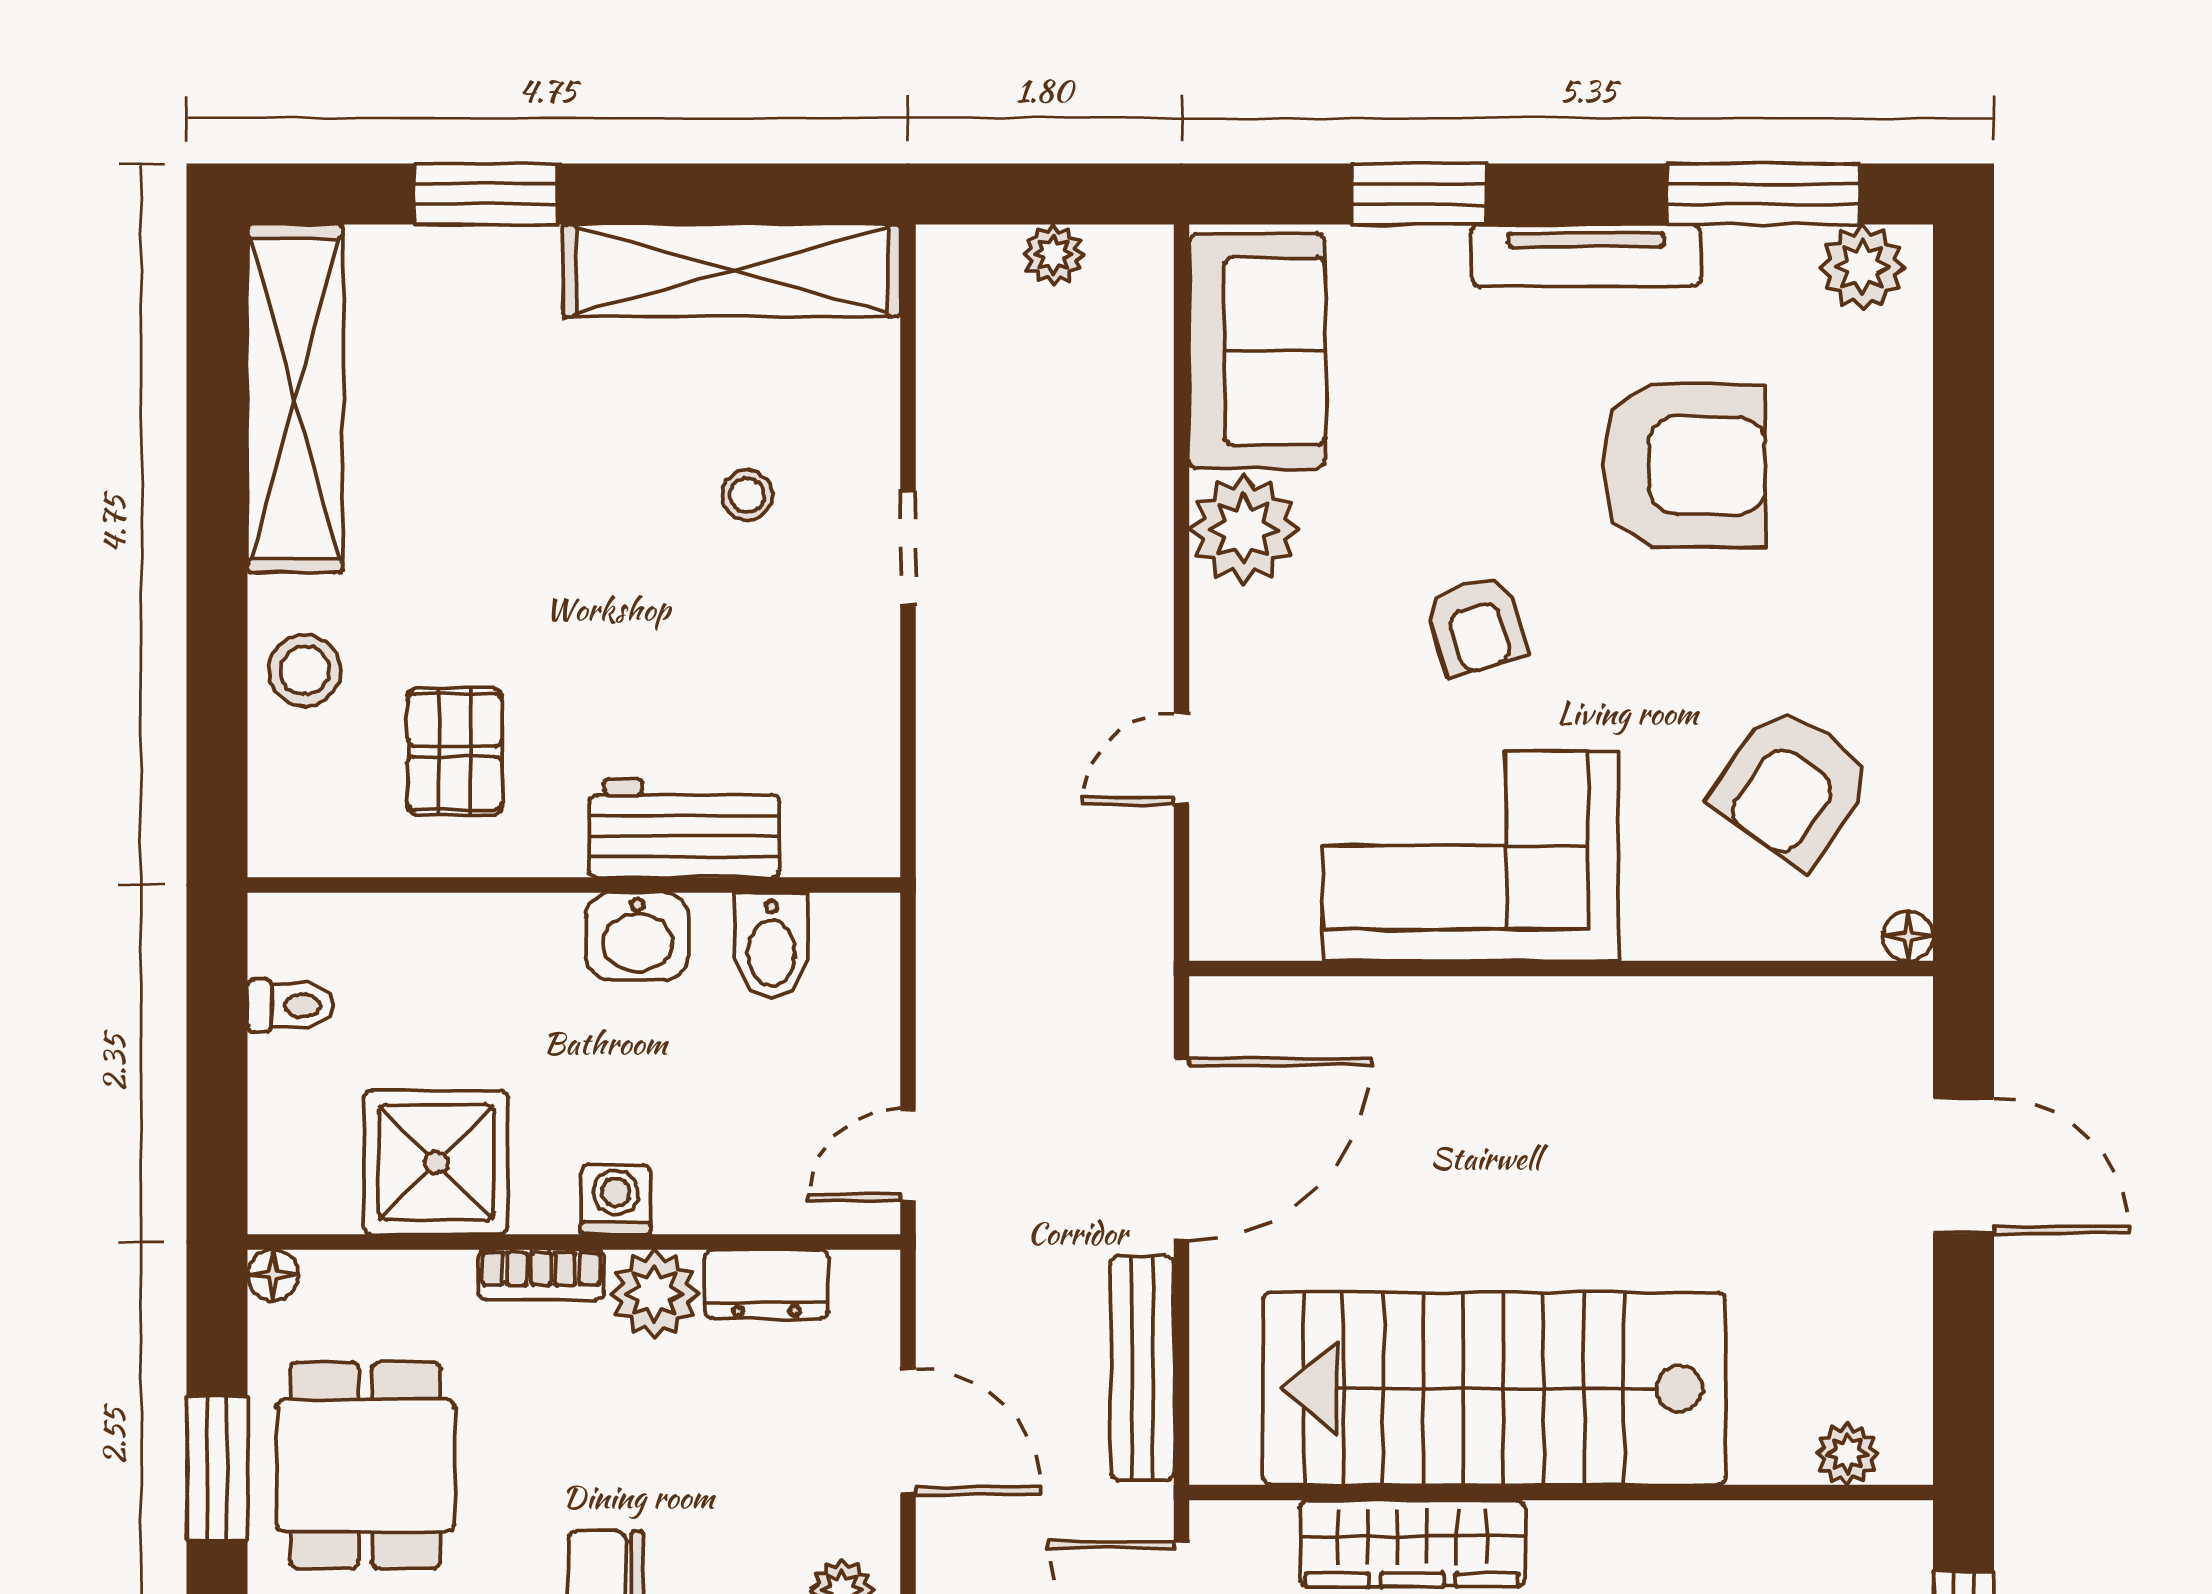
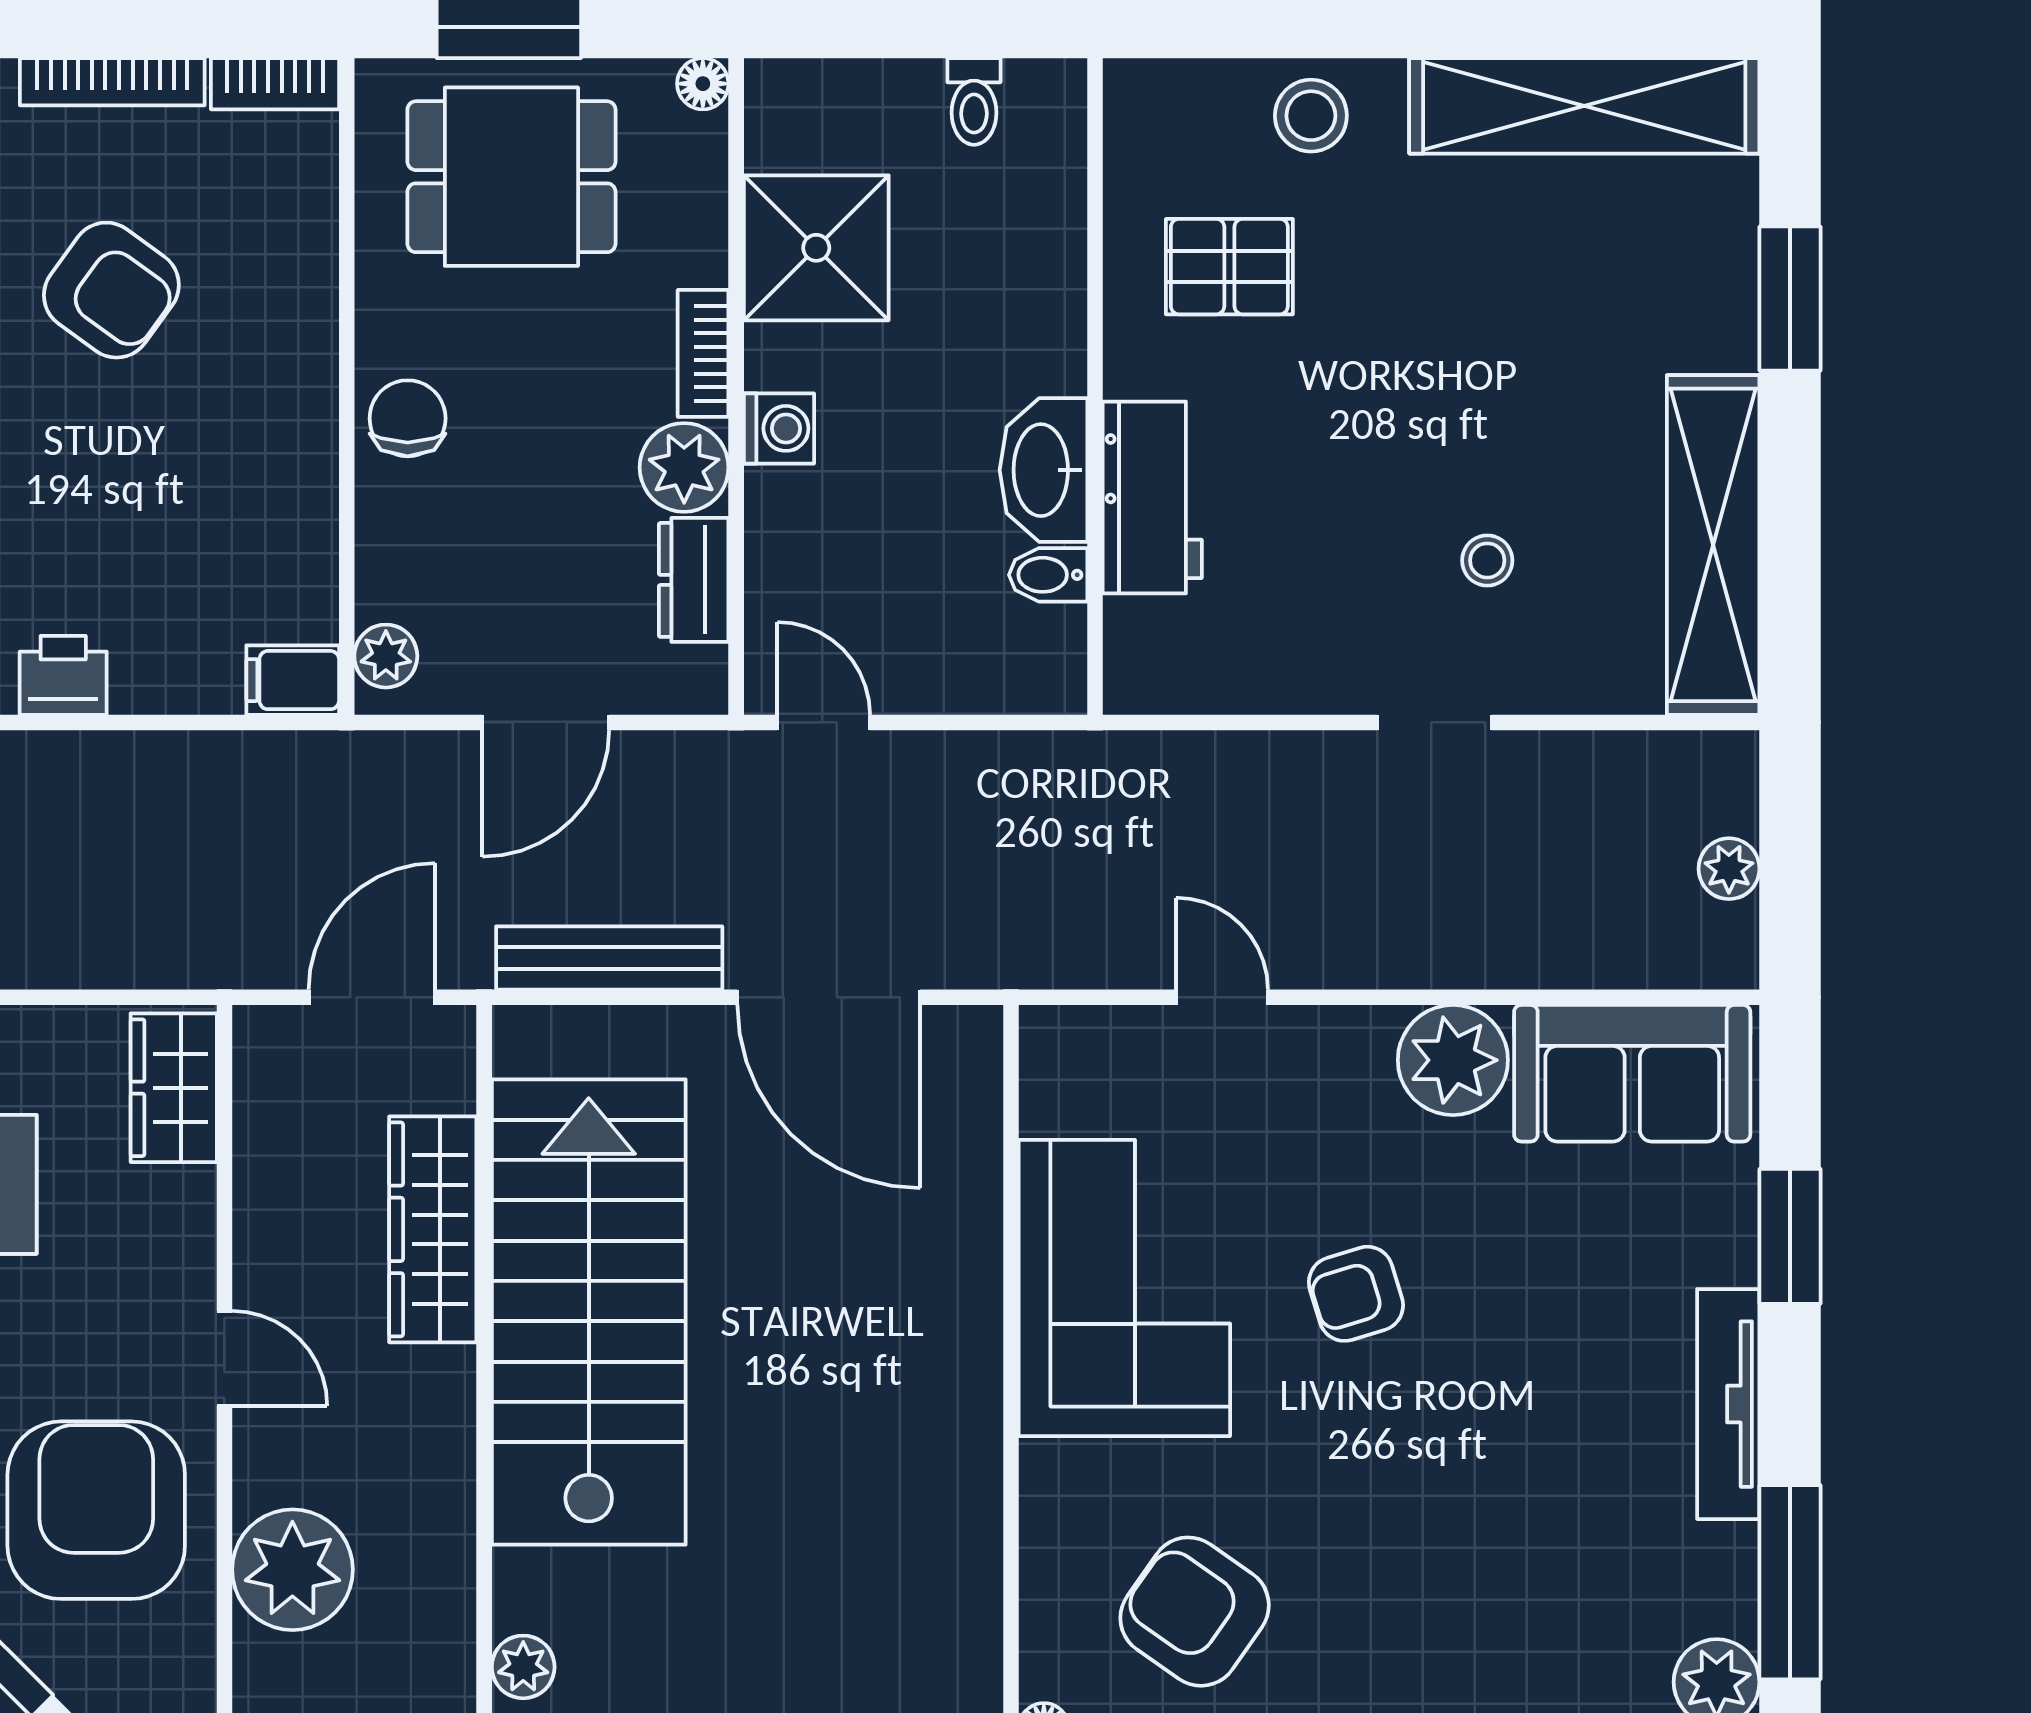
armchair: (1684, 465) -> (1517, 1503), removed
washbasin: (637, 936) -> (1043, 470), width x1.38
bidet: (771, 946) -> (1048, 575), width x0.72, depth x0.74

